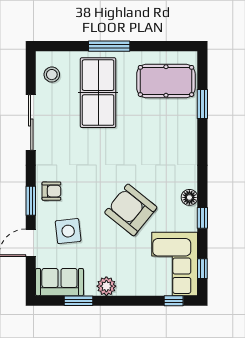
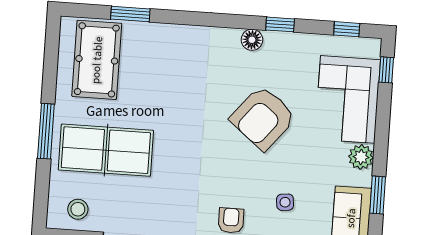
side table: (68, 231) -> (285, 202), width x0.54, depth x0.54
corner sofa: (175, 264) -> (348, 99), moved, turned 90

